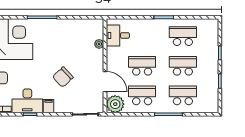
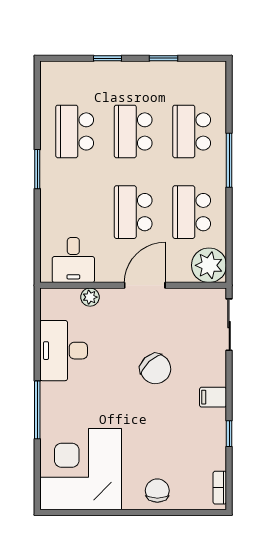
door: (105, 82) -> (145, 285), moved
desk: (27, 101) -> (64, 351), moved, turned 180

